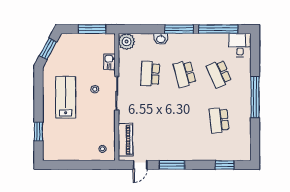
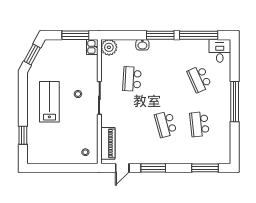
kitchen sink: (109, 62) -> (92, 47), moved
school desk: (185, 74) -> (166, 124), moved
window: (225, 165) -> (205, 168), width x1.44

